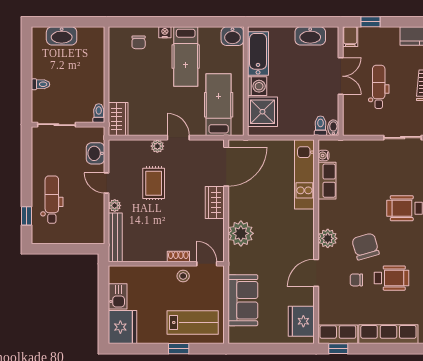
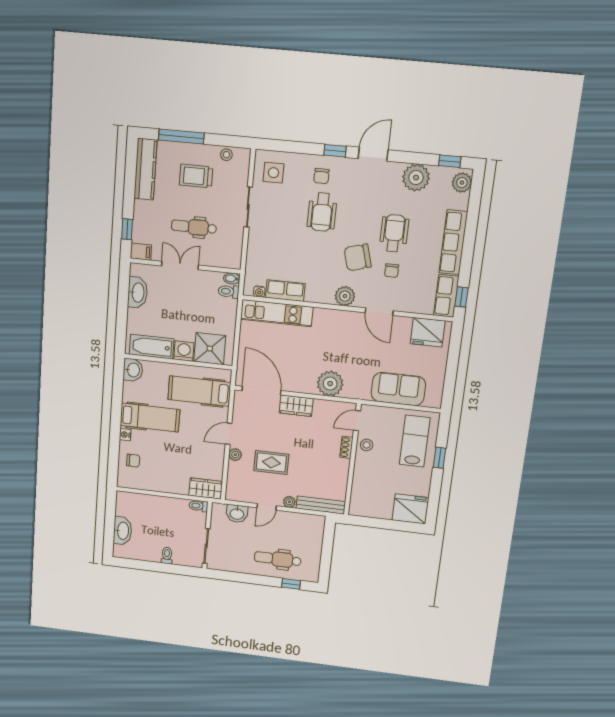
kitchen sink: (118, 296) -> (379, 510), removed

